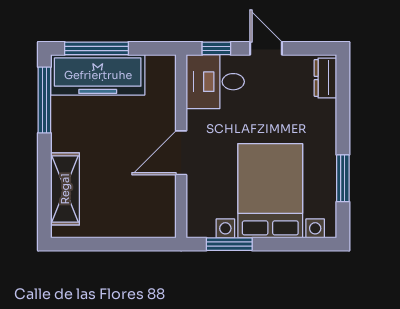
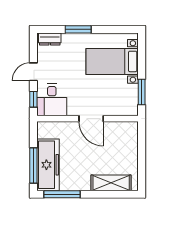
window: (343, 178) -> (78, 29), moved
bed with nightstands: (270, 191) -> (112, 61), width x0.73

